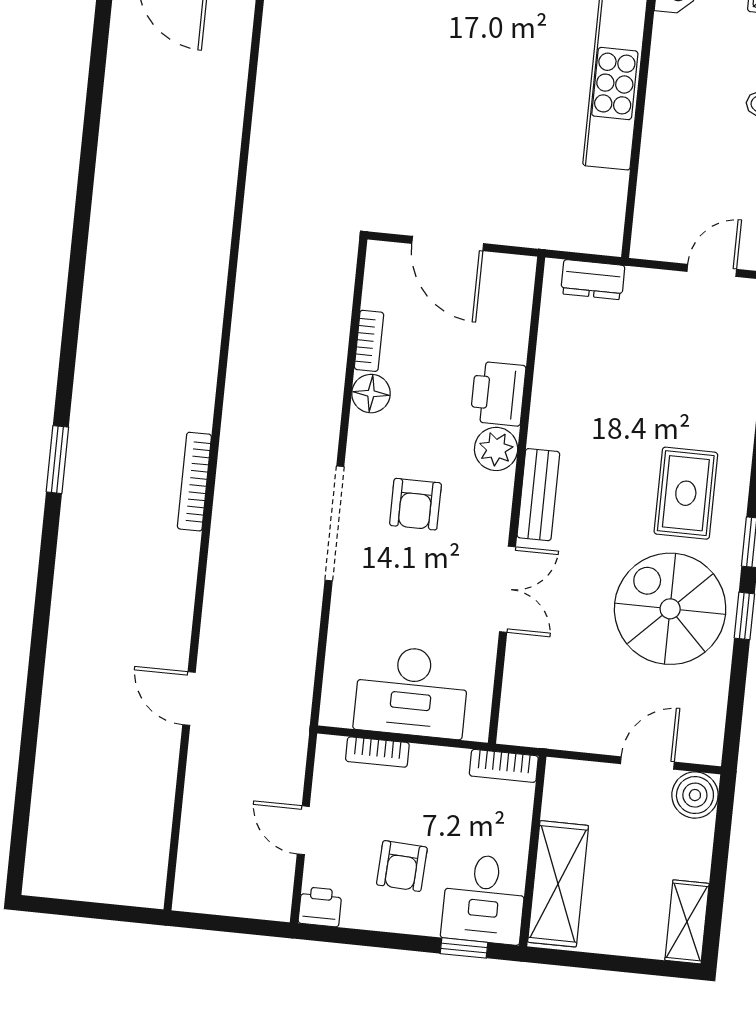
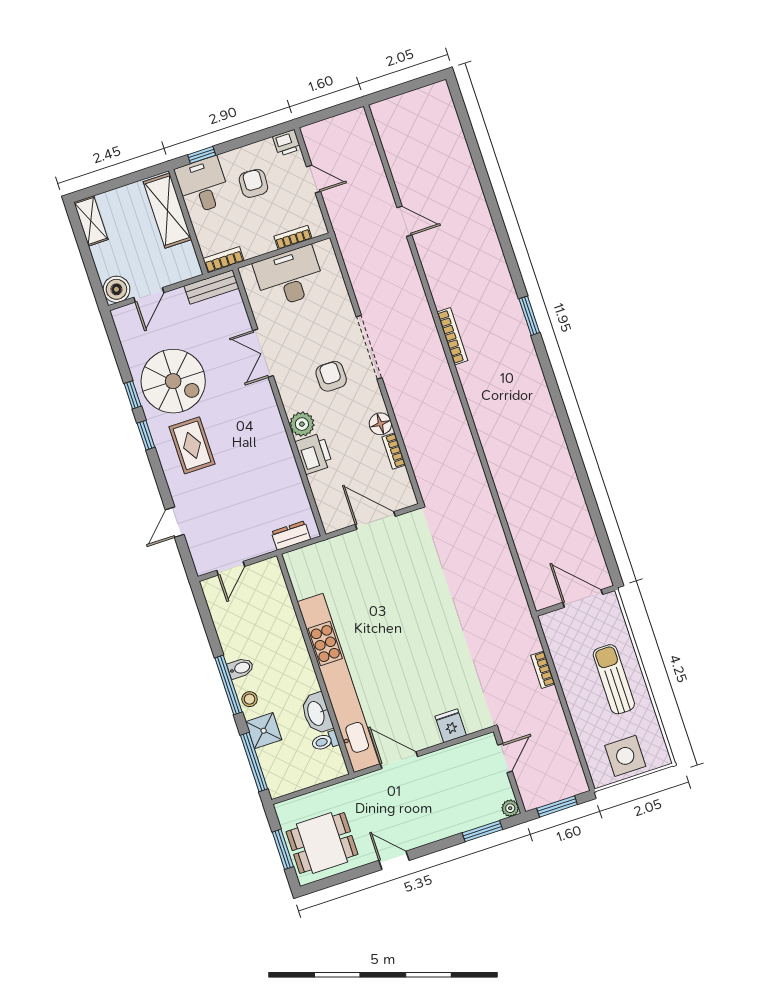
bench: (538, 495) -> (212, 287), moved, turned 90

